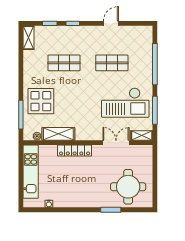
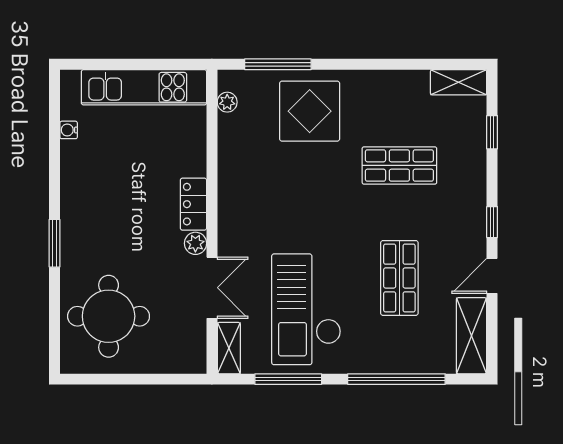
window: (73, 23) -> (492, 222), moved
door: (111, 23) -> (492, 276), swing flipped
shop shelf: (64, 63) -> (399, 165), turned 90
shelving: (58, 134) -> (471, 336), moved
plant: (97, 150) -> (195, 243), added
locker: (75, 151) -> (193, 204), width x0.66
window: (111, 210) -> (55, 243), moved

